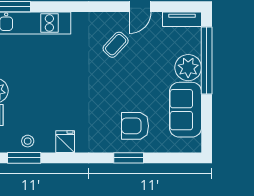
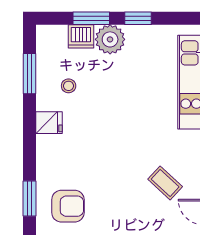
armchair: (135, 126) -> (68, 206), turned 90
stool: (28, 141) -> (69, 86), moved

